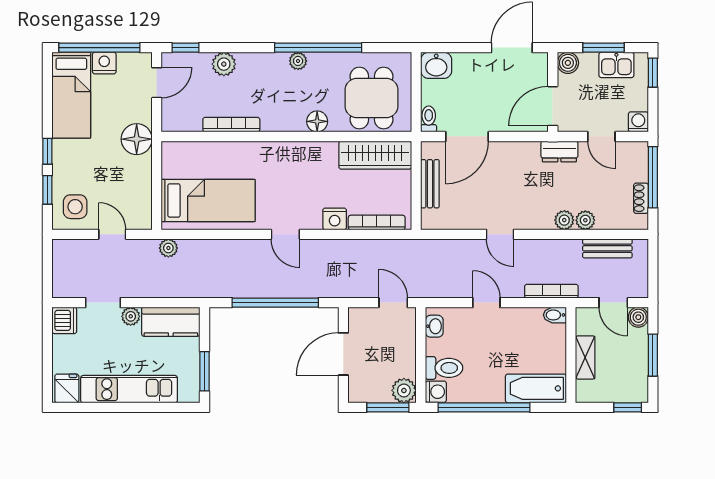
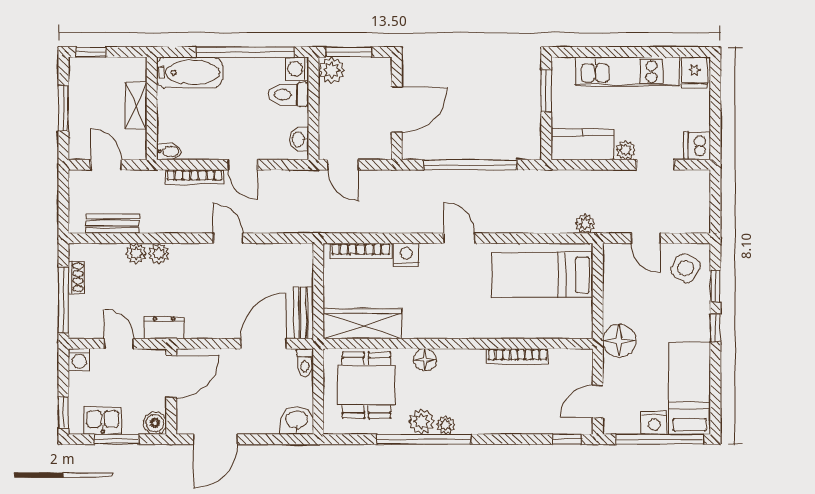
plant: (224, 64) -> (421, 422), moved
bench: (430, 184) -> (303, 313), moved
side table: (75, 207) -> (686, 268), turned 30
bookcase: (551, 291) -> (195, 177), moved
boiler: (638, 317) -> (79, 149), removed

